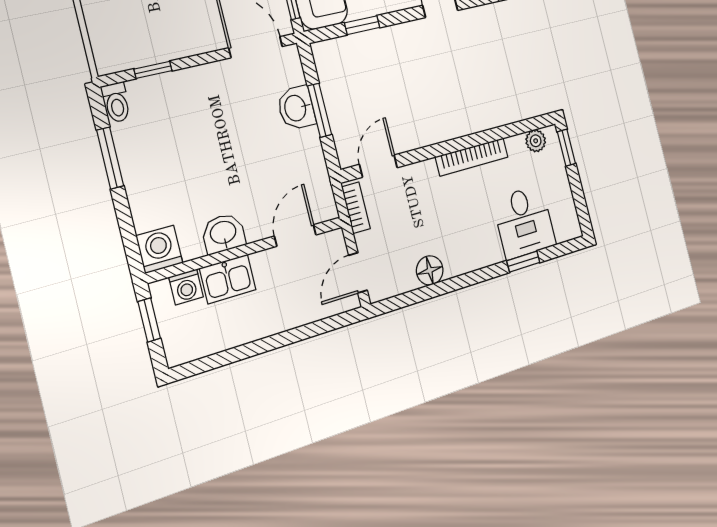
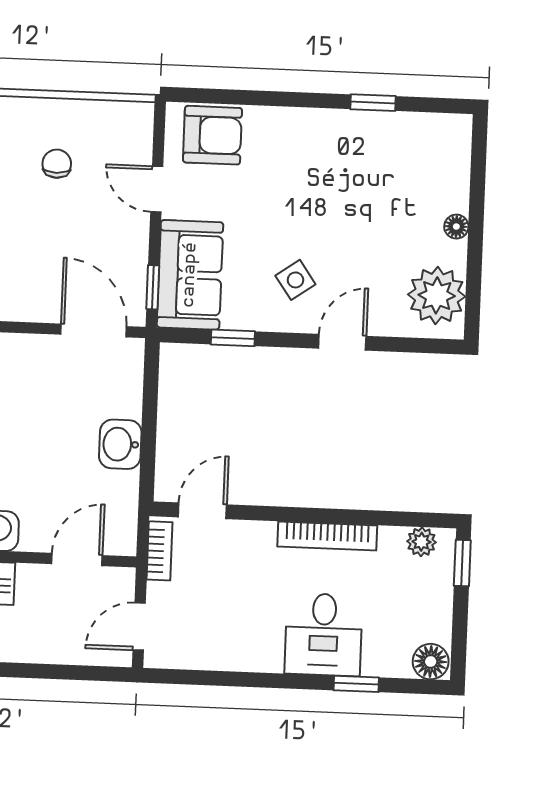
washbasin: (296, 108) -> (120, 444), moved
window: (320, 110) -> (149, 425), removed
desk: (524, 222) -> (324, 634), moved
floor lamp: (430, 270) -> (431, 662), moved

